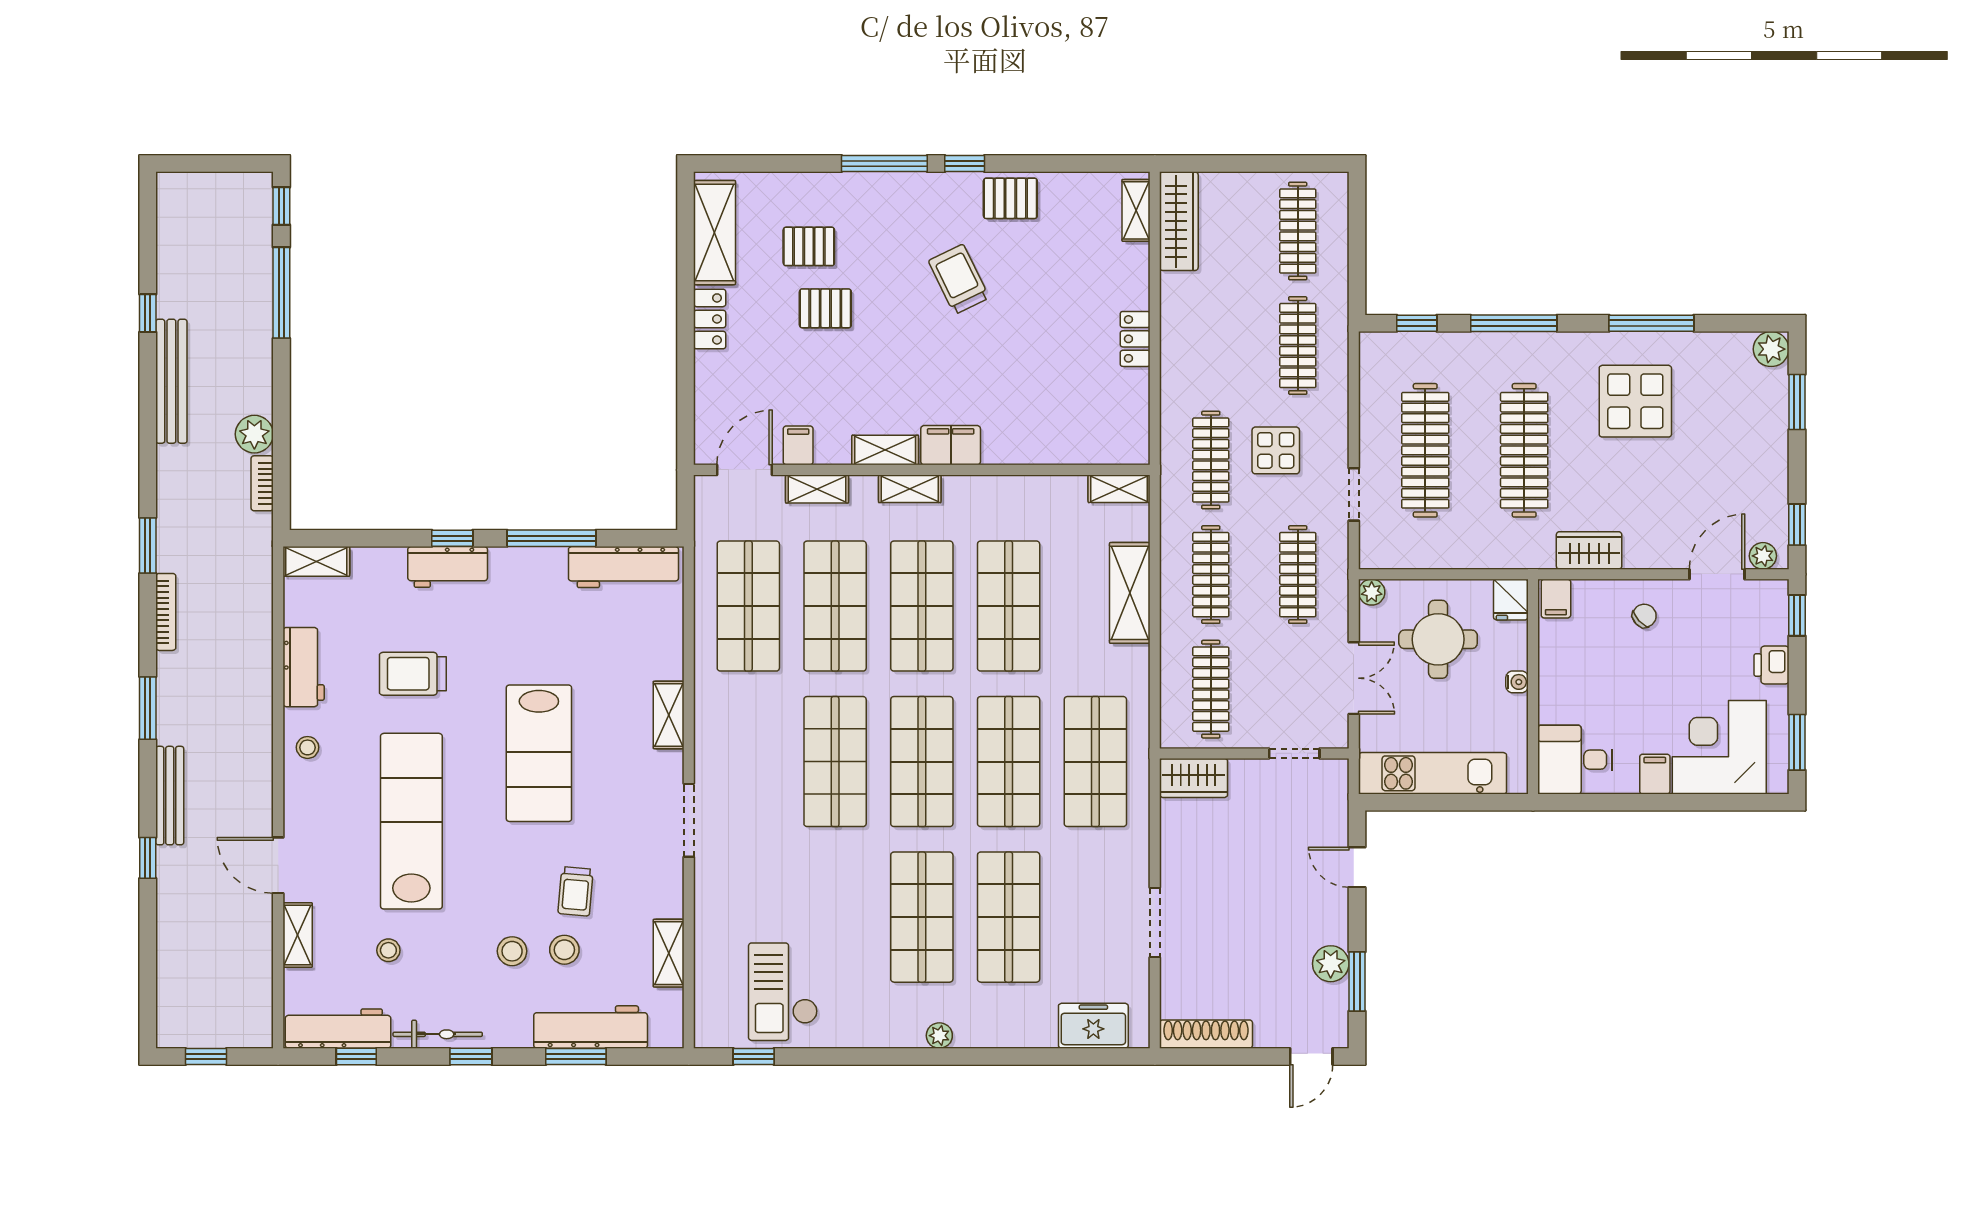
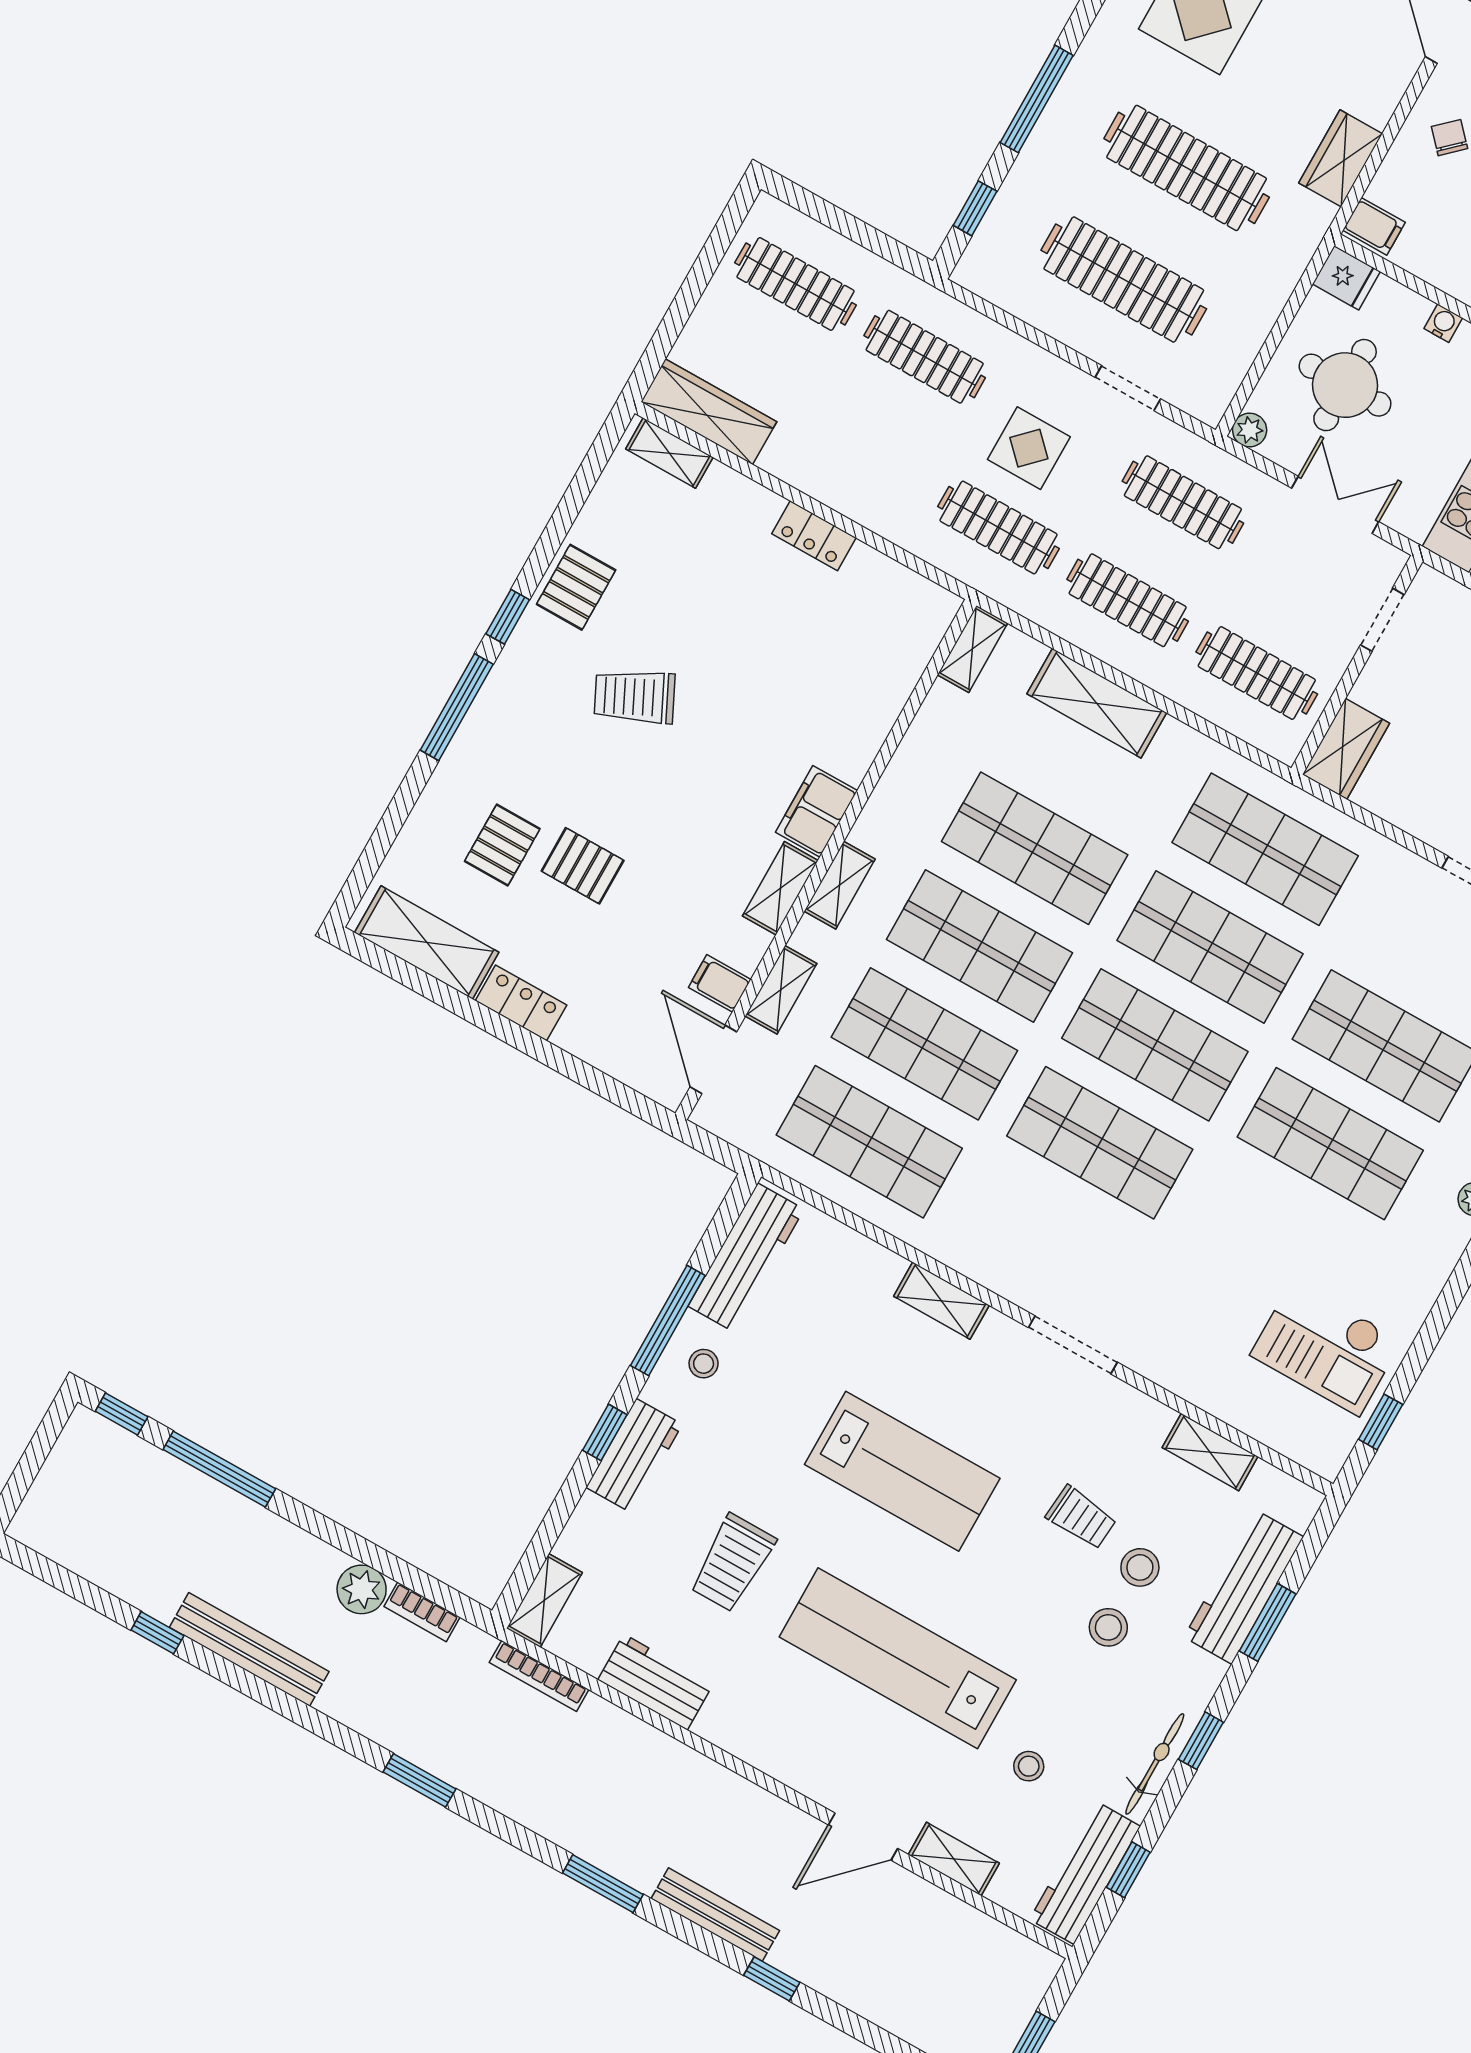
pallet: (825, 308) -> (583, 866), turned 90
bookcase: (166, 612) -> (539, 1676), moved, turned 180
stool: (307, 747) -> (704, 1364), moved

